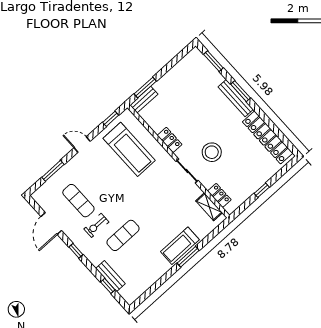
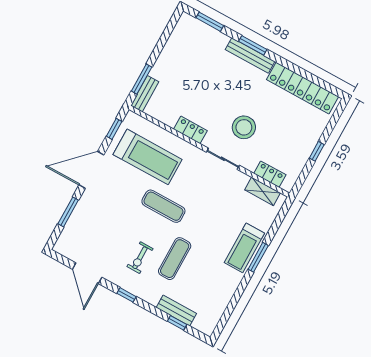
door: (82, 144) -> (91, 170), width x1.88
exercise mat: (78, 201) -> (163, 206), moved

